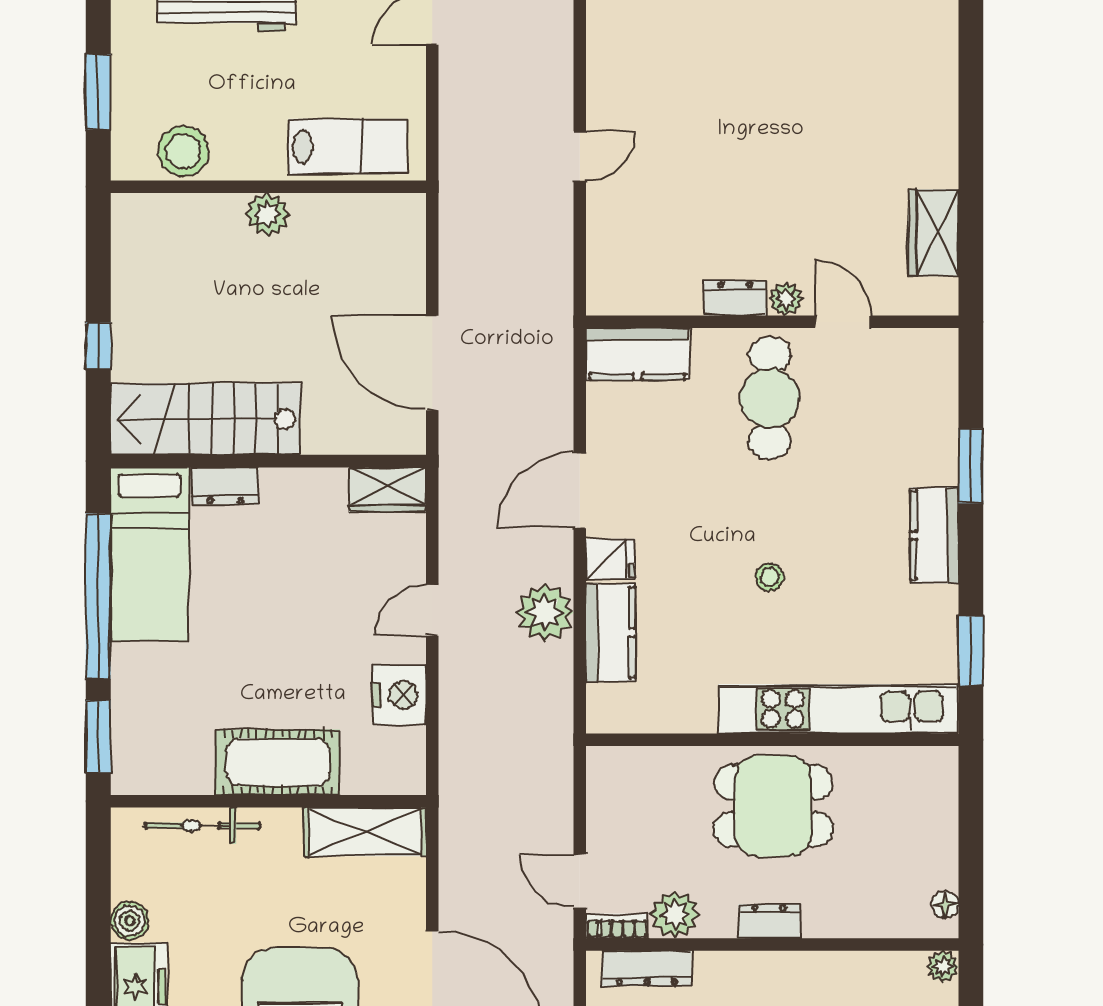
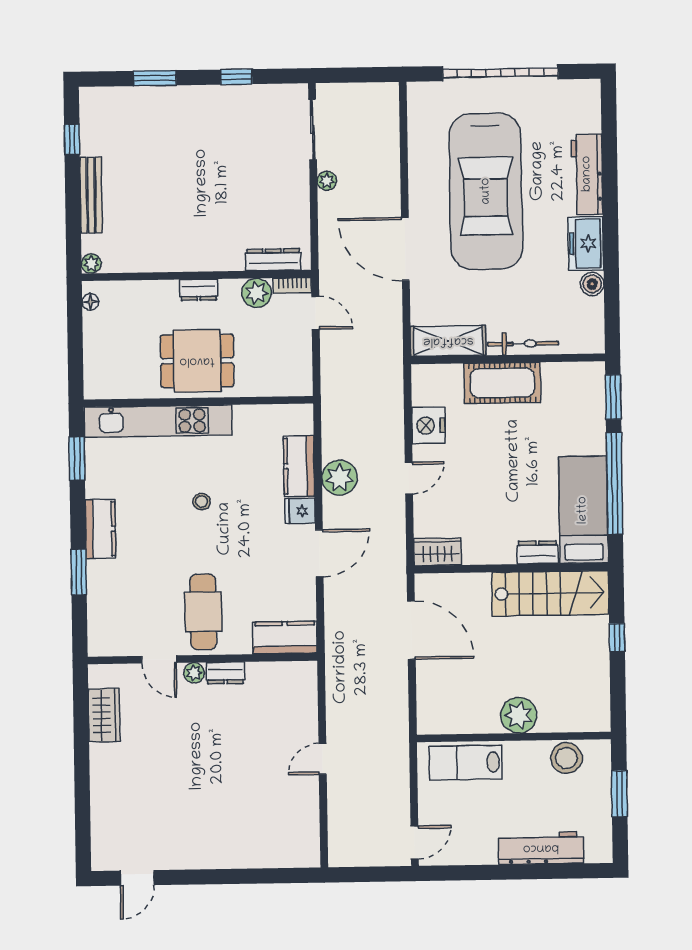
plant: (267, 214) -> (519, 715), width x1.36, depth x1.36
bicycle: (203, 826) -> (523, 344), moved

